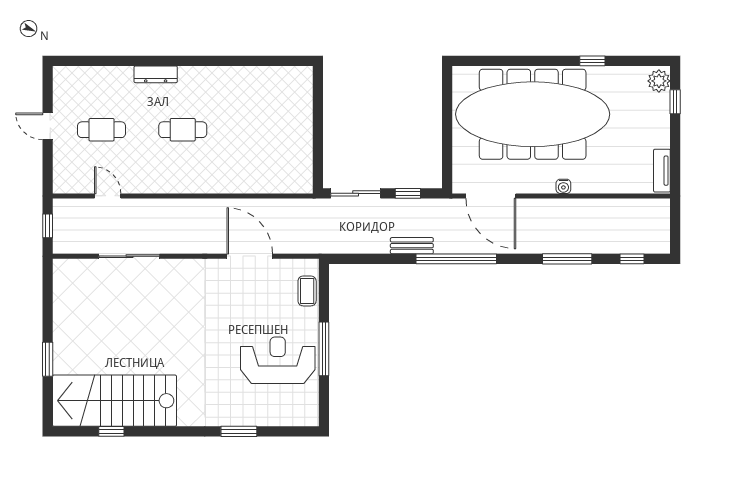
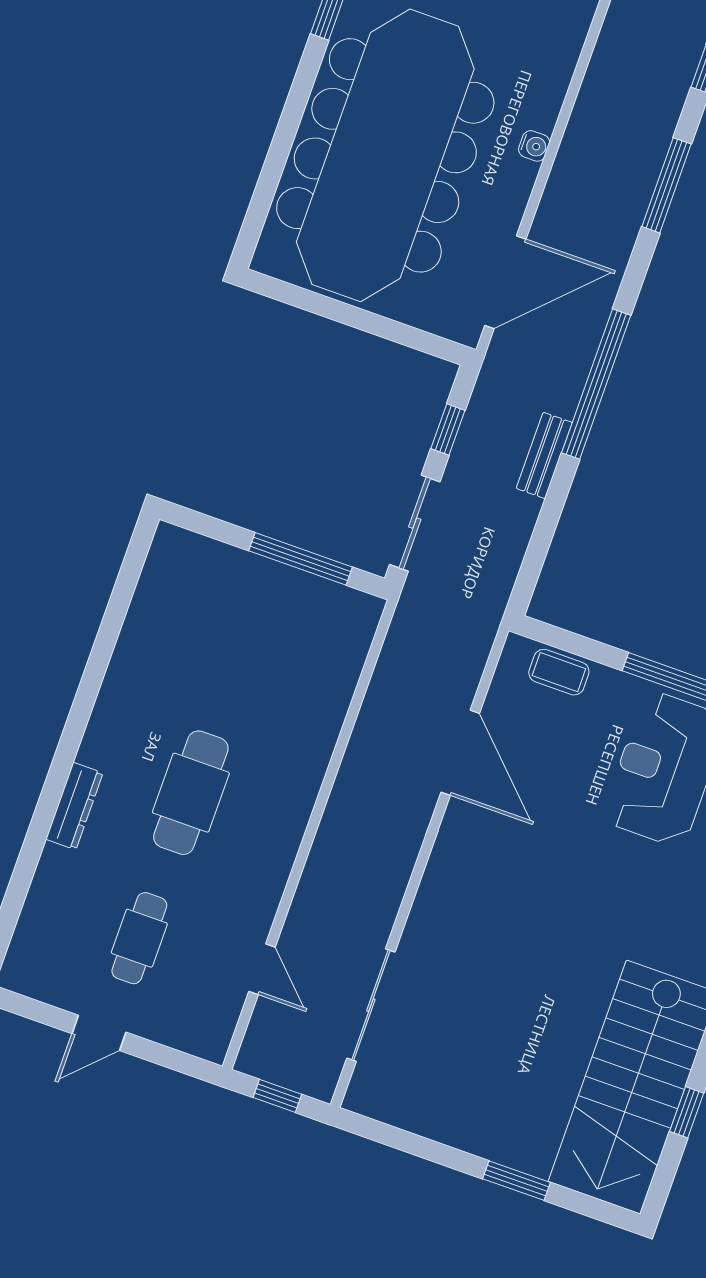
cafe table: (183, 130) -> (191, 793), width x1.37, depth x1.35
window: (318, 143) -> (301, 559), added
door: (108, 196) -> (262, 969), swing flipped
sliding door: (129, 256) -> (371, 1005), moved
door: (250, 256) -> (460, 753), swing flipped

